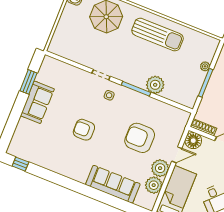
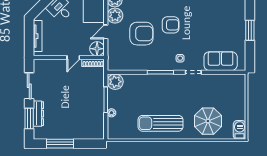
window: (29, 82) -> (250, 30), moved
plant: (155, 85) -> (115, 82), moved
sofa: (37, 102) -> (221, 61), moved, turned 90
armchair: (84, 130) -> (171, 25), moved

